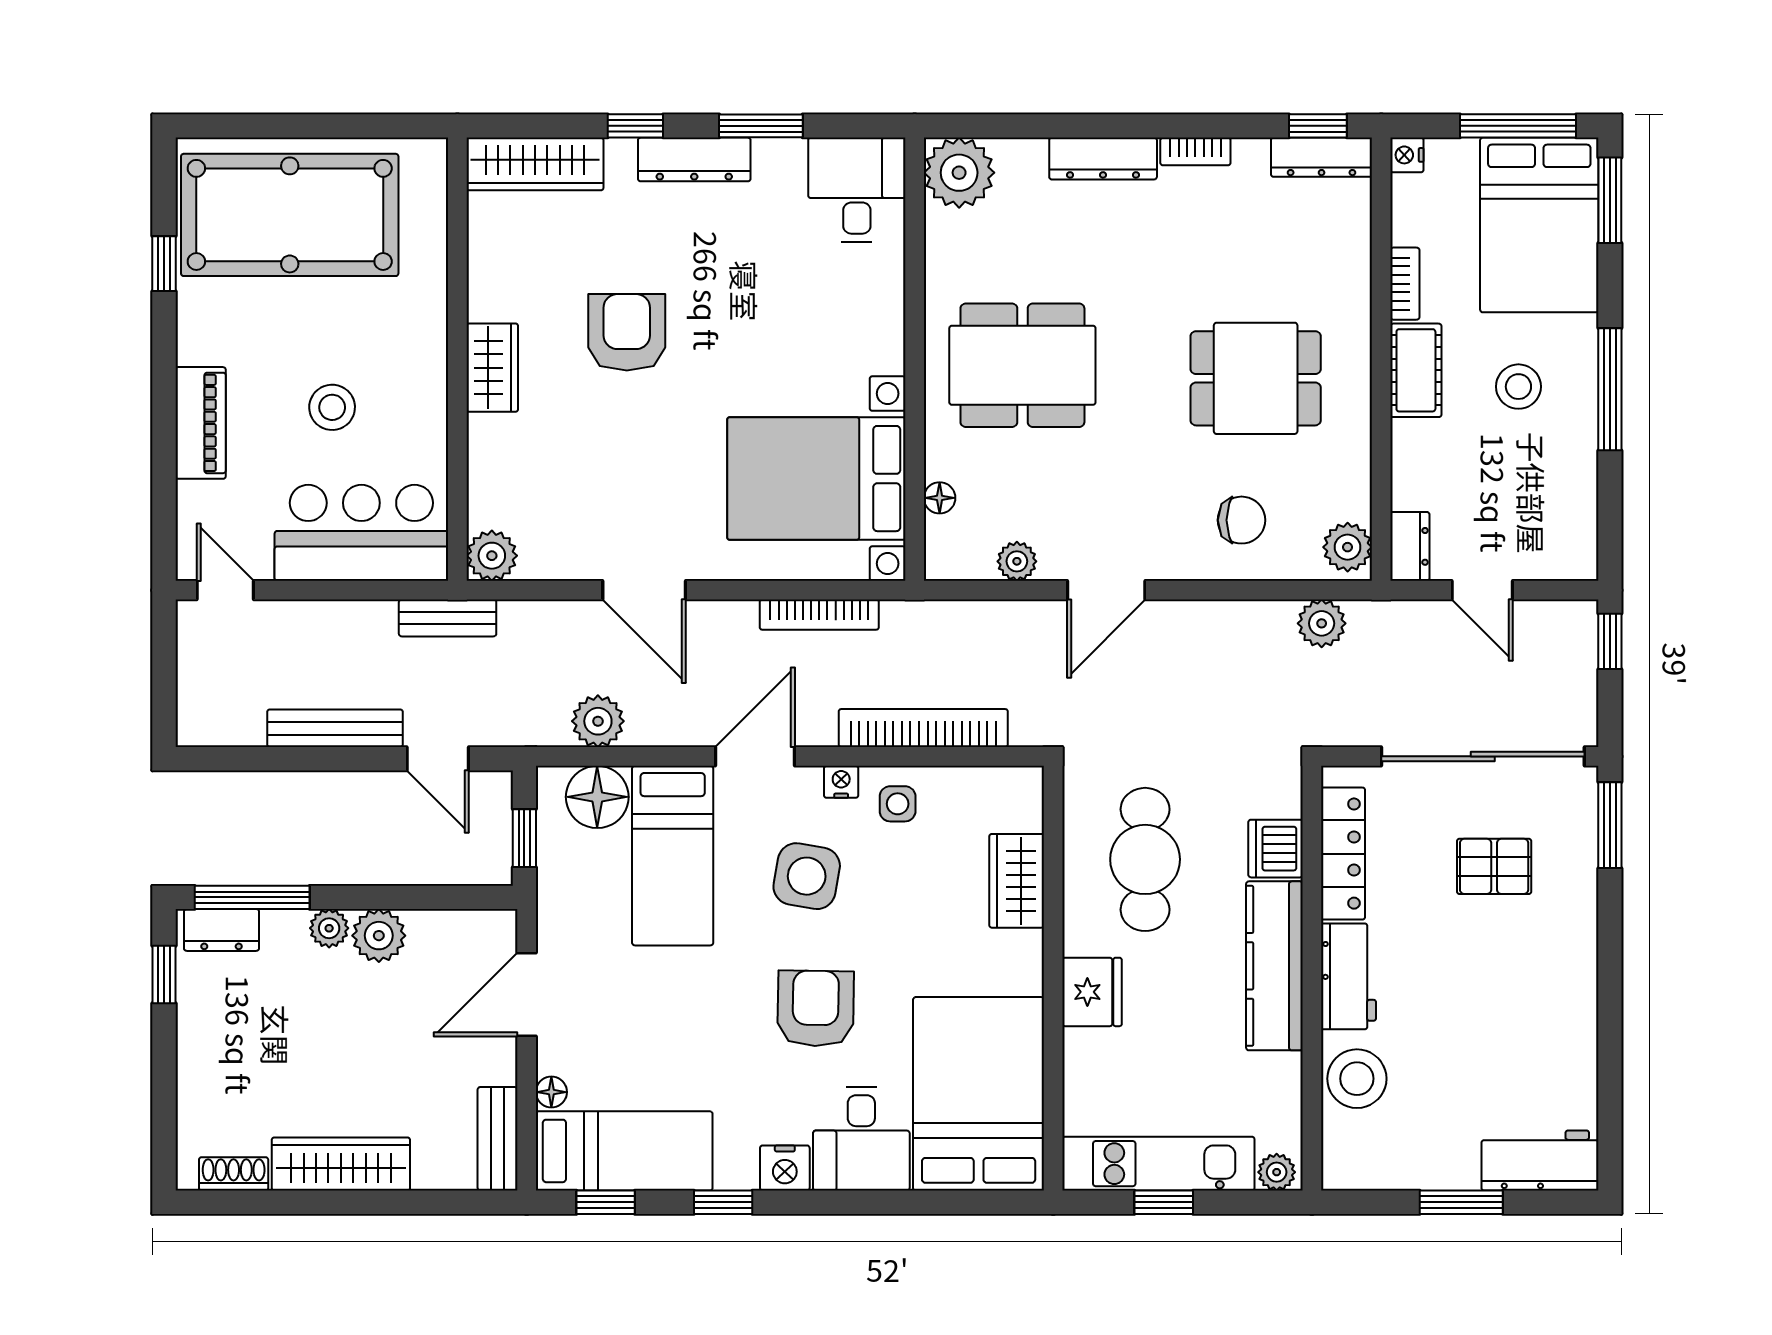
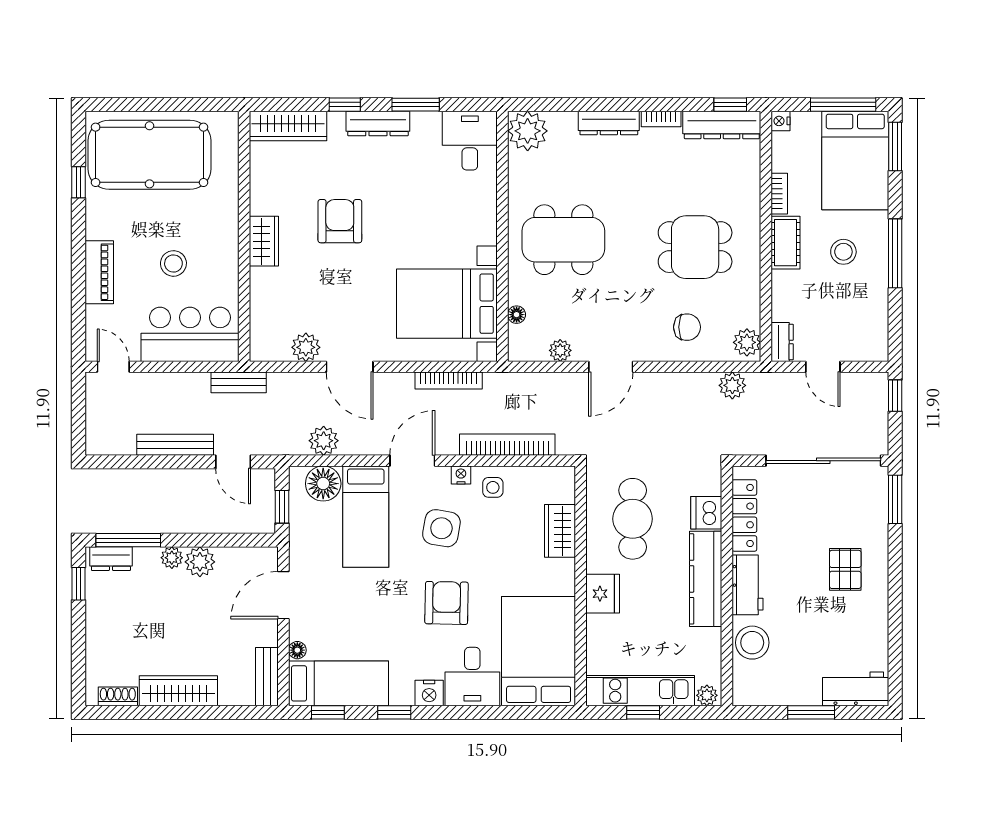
dresser: (1322, 157) -> (722, 125), width x1.37, depth x1.24
plant: (492, 556) -> (306, 347), moved
pallet: (1494, 866) -> (845, 569), moved, turned 90

